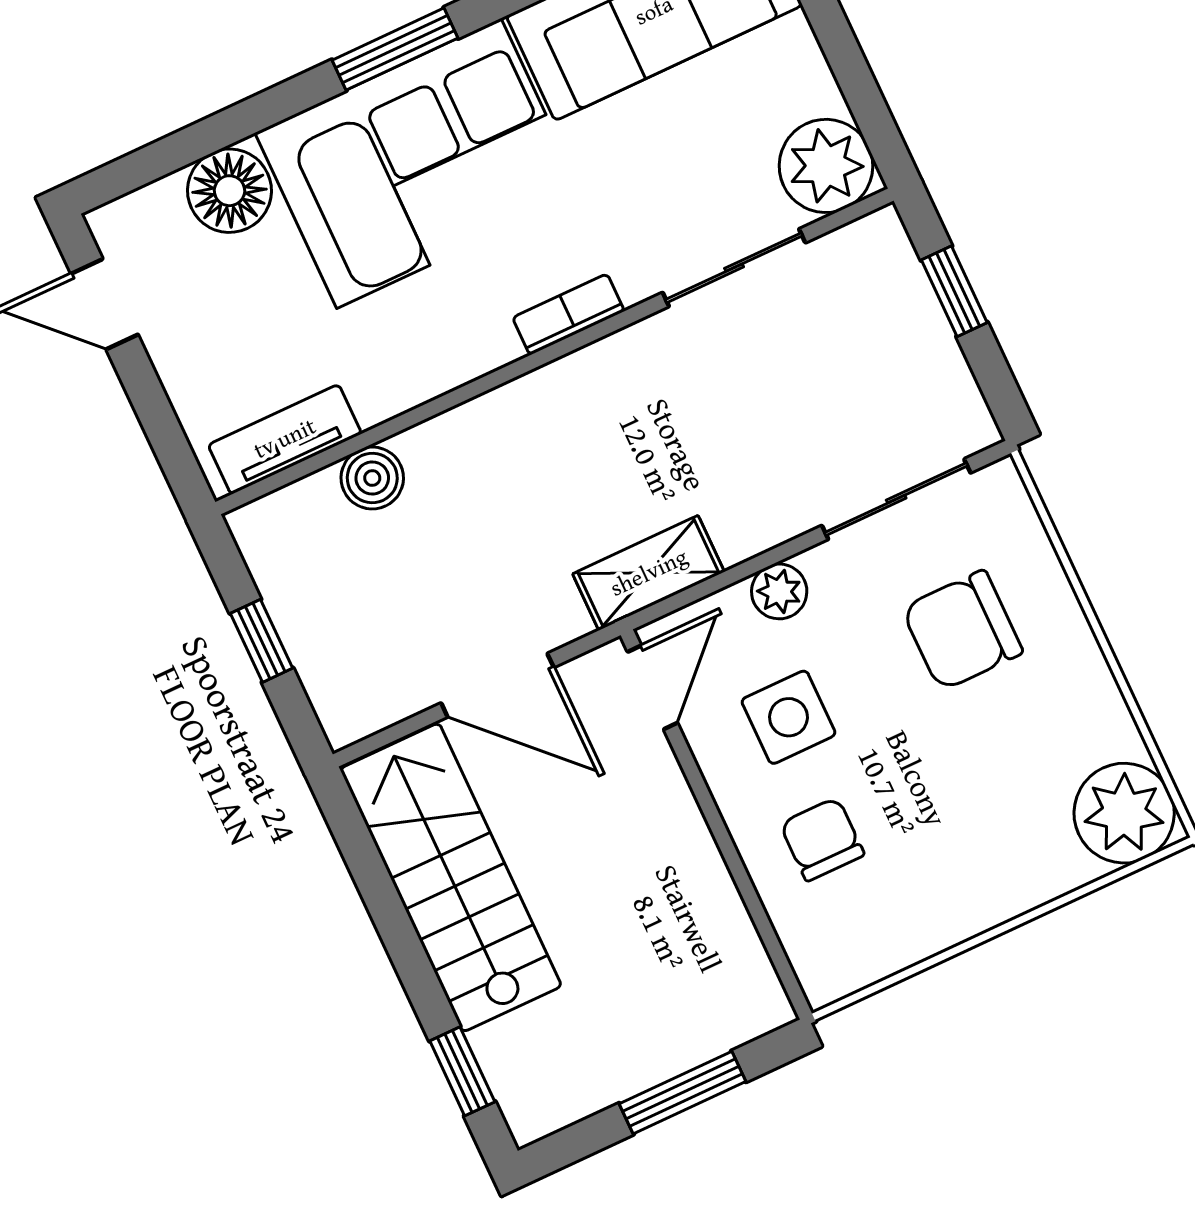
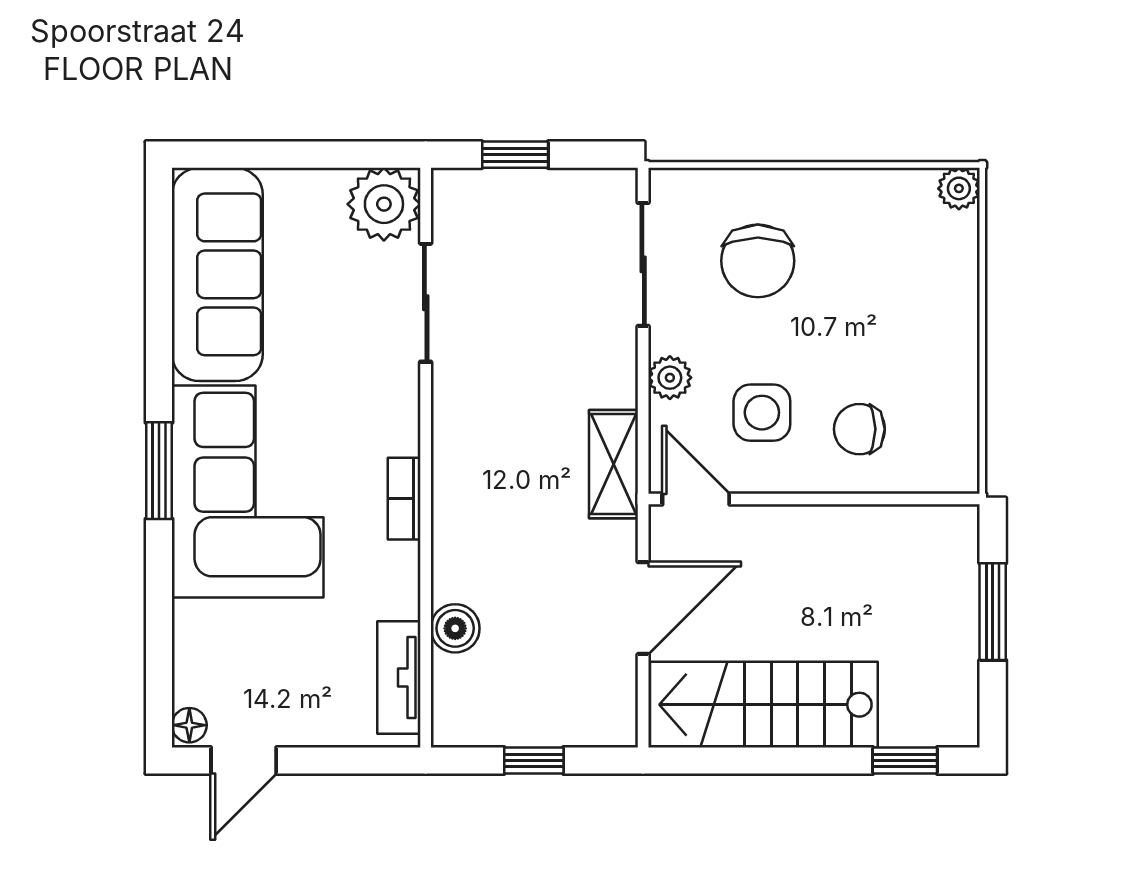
floor lamp: (229, 191) -> (189, 725), moved, width x0.53, depth x0.53
bookcase: (568, 314) -> (404, 499), moved
plant: (1124, 813) -> (959, 188), width x0.53, depth x0.53

